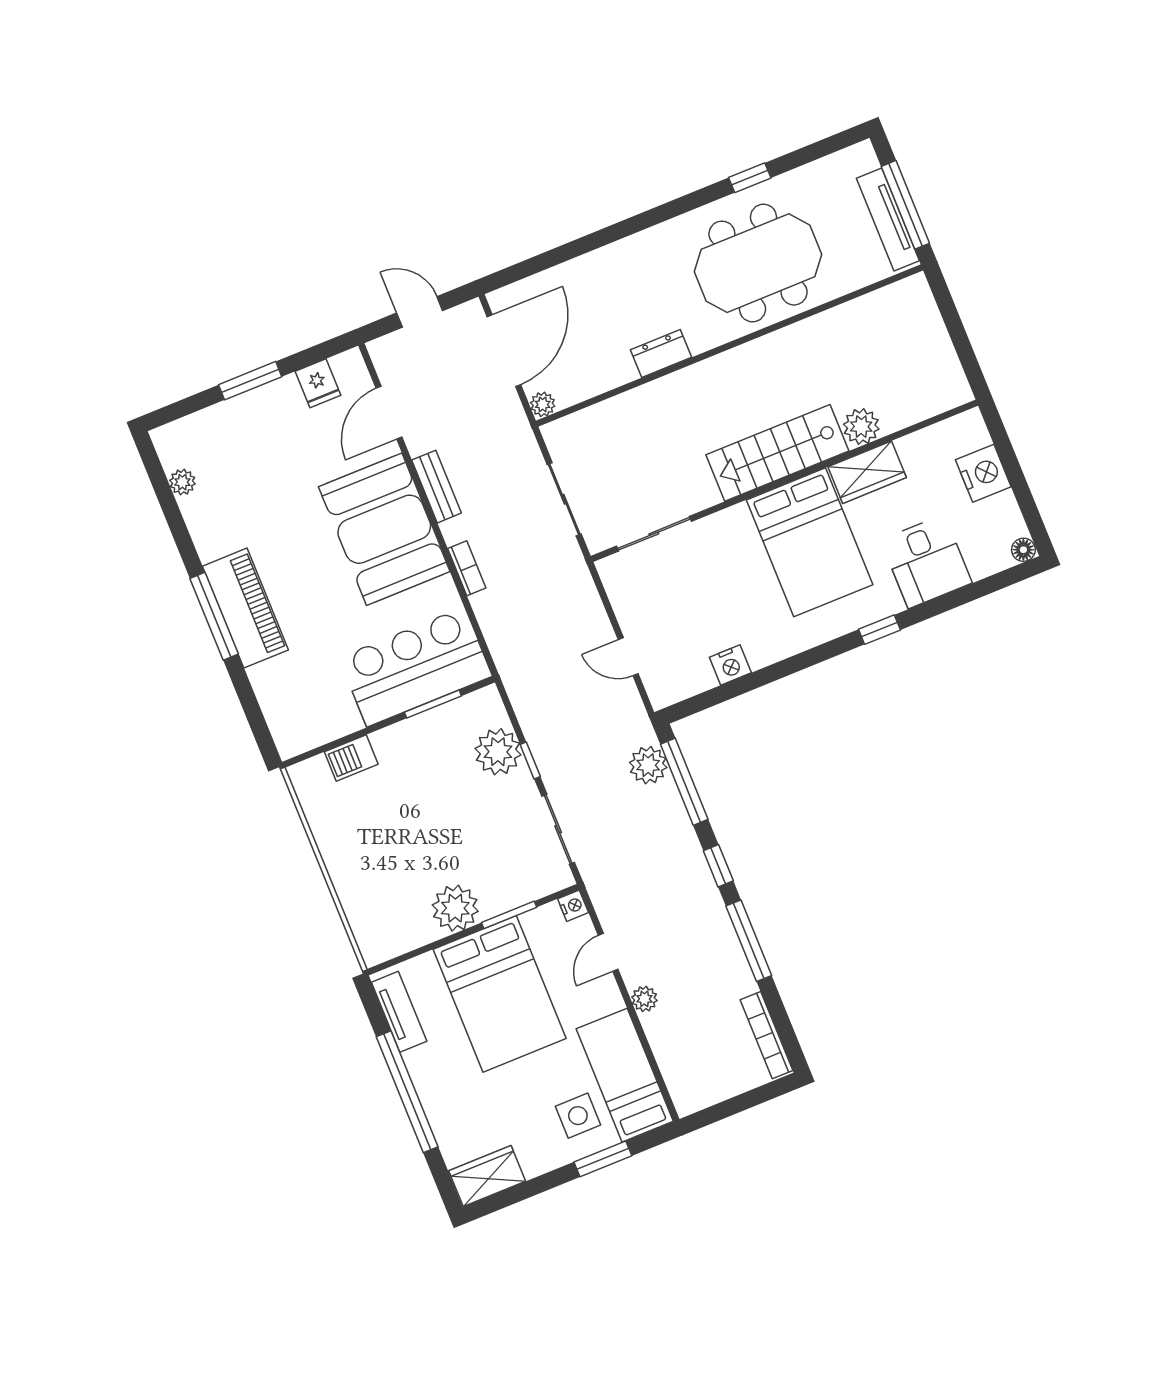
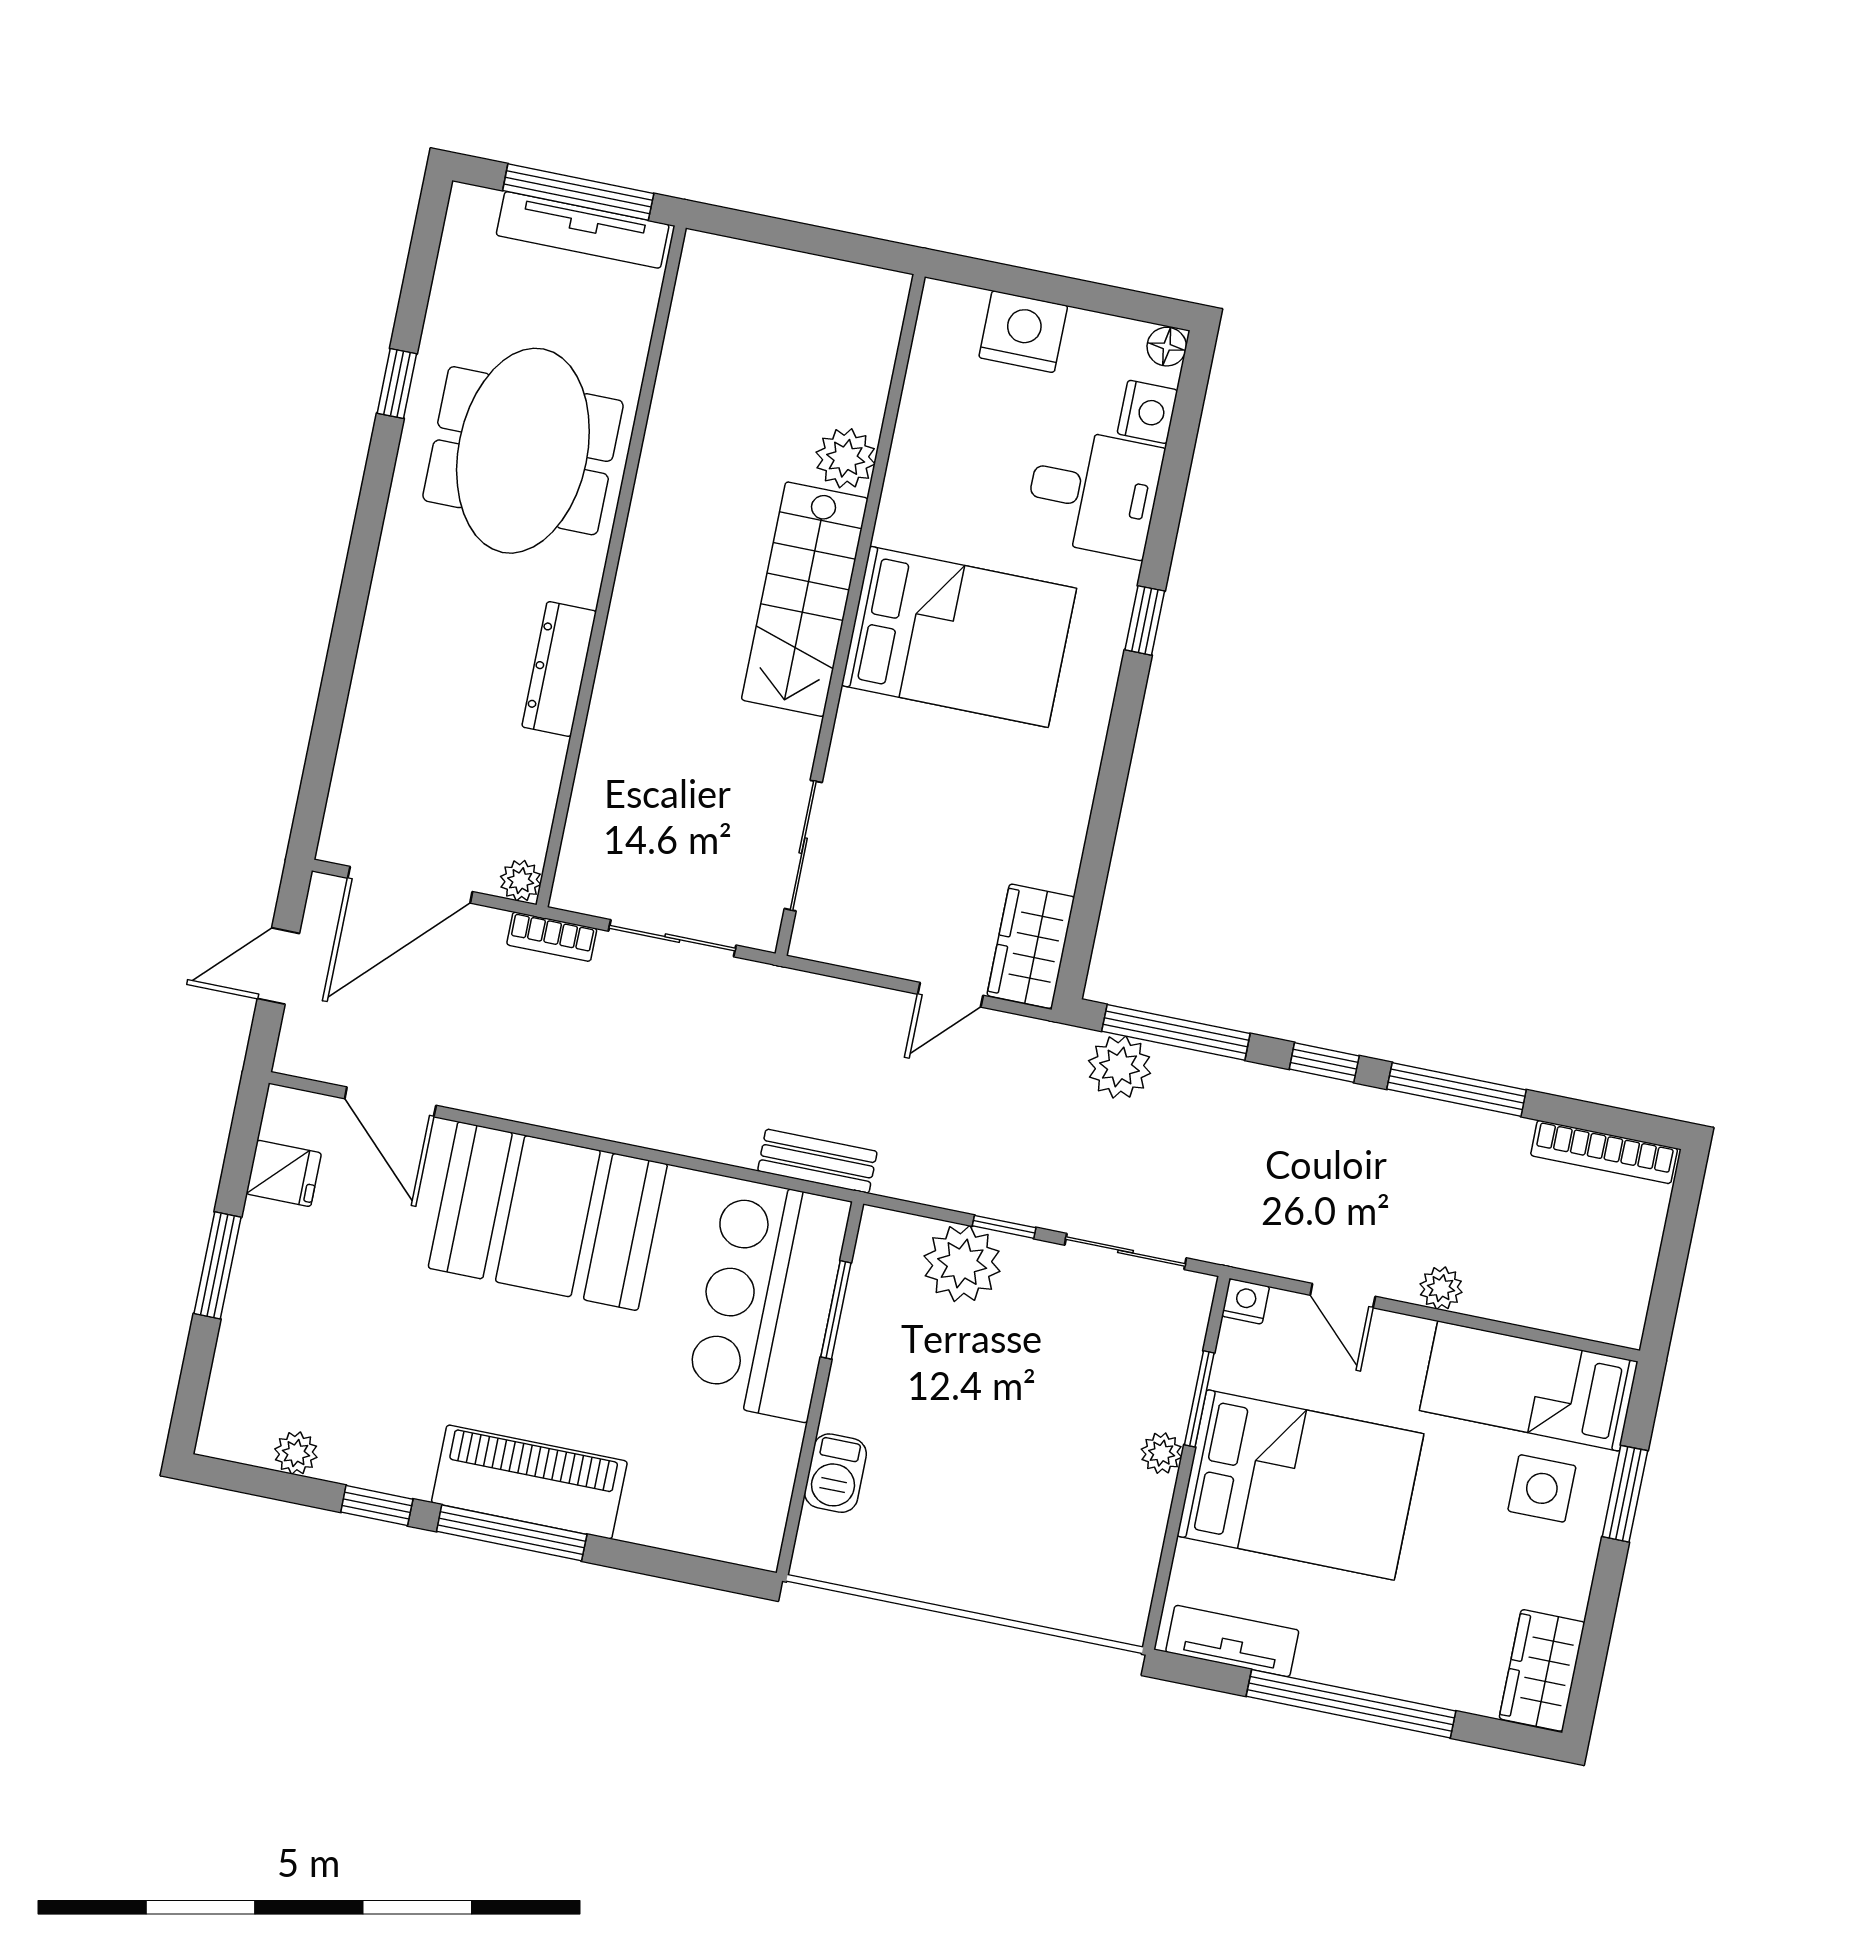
door: (504, 351) -> (410, 885), swing flipped
dresser: (661, 353) -> (559, 669), width x1.44
wardrobe: (867, 472) -> (1031, 946), moved, turned 180
bench: (437, 487) -> (817, 1161), moved
window: (183, 540) -> (377, 1506), added
bookcase: (467, 568) -> (552, 937), moved, turned 180
nightstand: (730, 665) -> (1147, 412), moved
plant: (455, 908) -> (1162, 1453), width x0.53, depth x0.53

